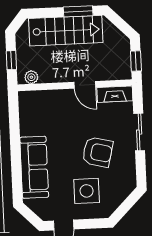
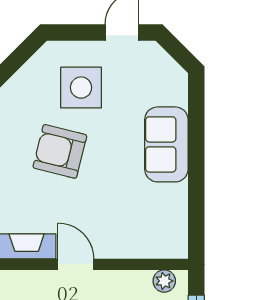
sofa: (34, 167) -> (166, 144), width x0.73

